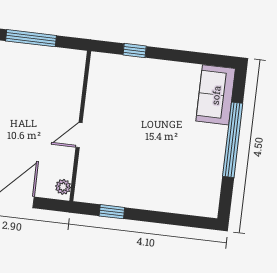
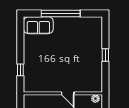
window: (112, 212) -> (105, 55), moved

